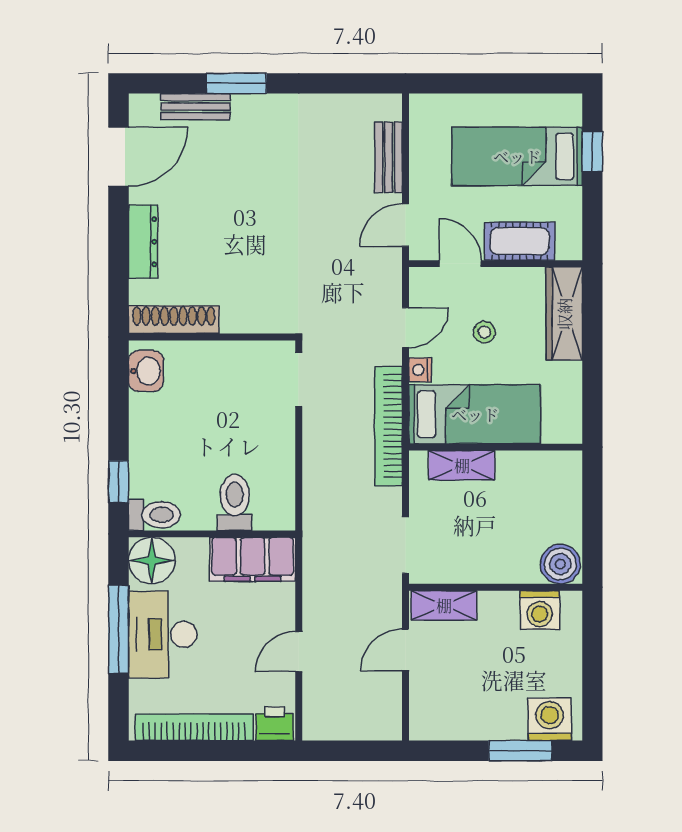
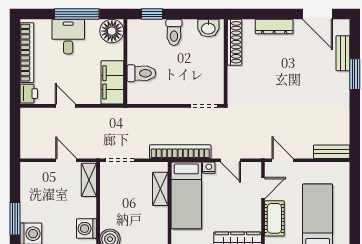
bench: (389, 157) -> (332, 152), moved
stool: (484, 332) -> (228, 200), removed
toilet: (154, 515) -> (174, 32), moved
desk: (163, 634) -> (68, 37), width x0.73

